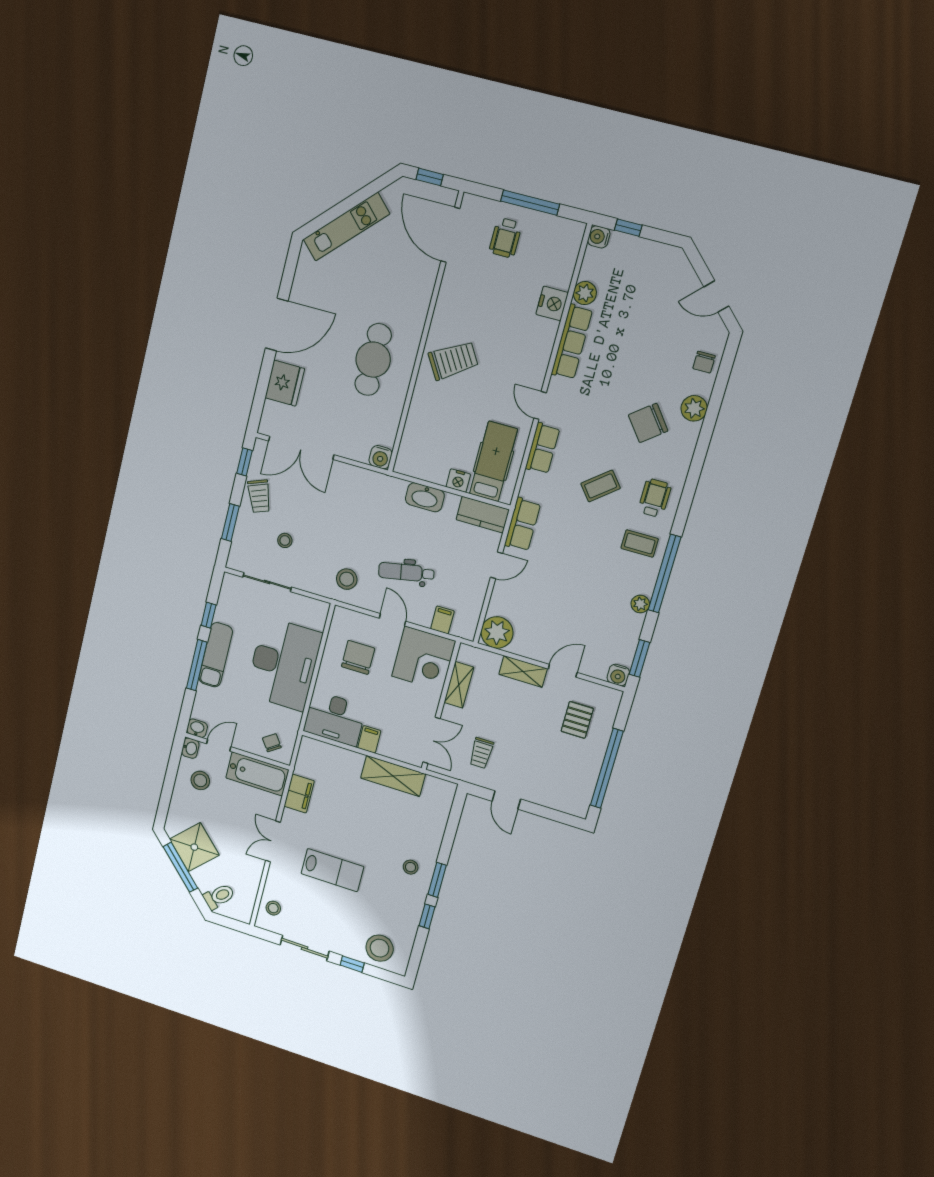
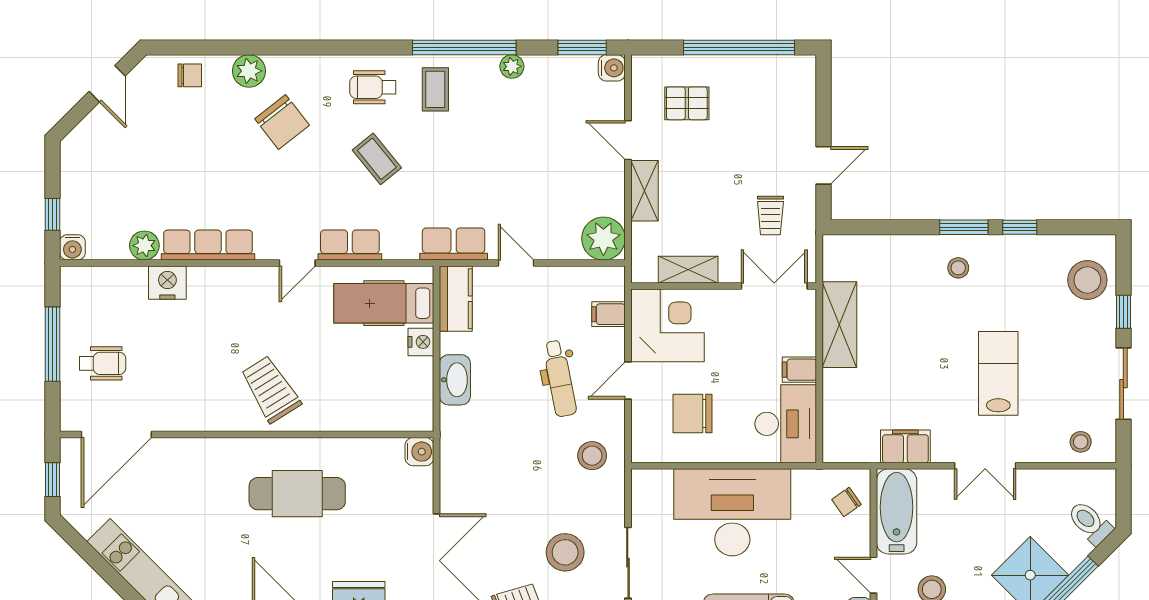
stool: (285, 540) -> (565, 552), width x1.89, depth x1.89
trolley: (481, 753) -> (770, 215), turned 90

